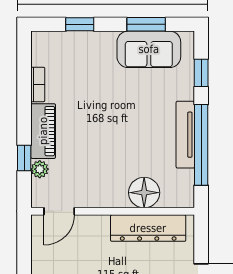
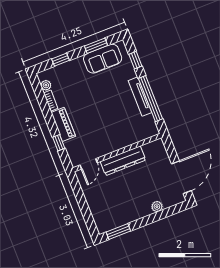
plant: (40, 169) -> (46, 85), moved
floor lamp: (144, 193) -> (130, 136), removed
dresser: (148, 228) -> (123, 161), moved

